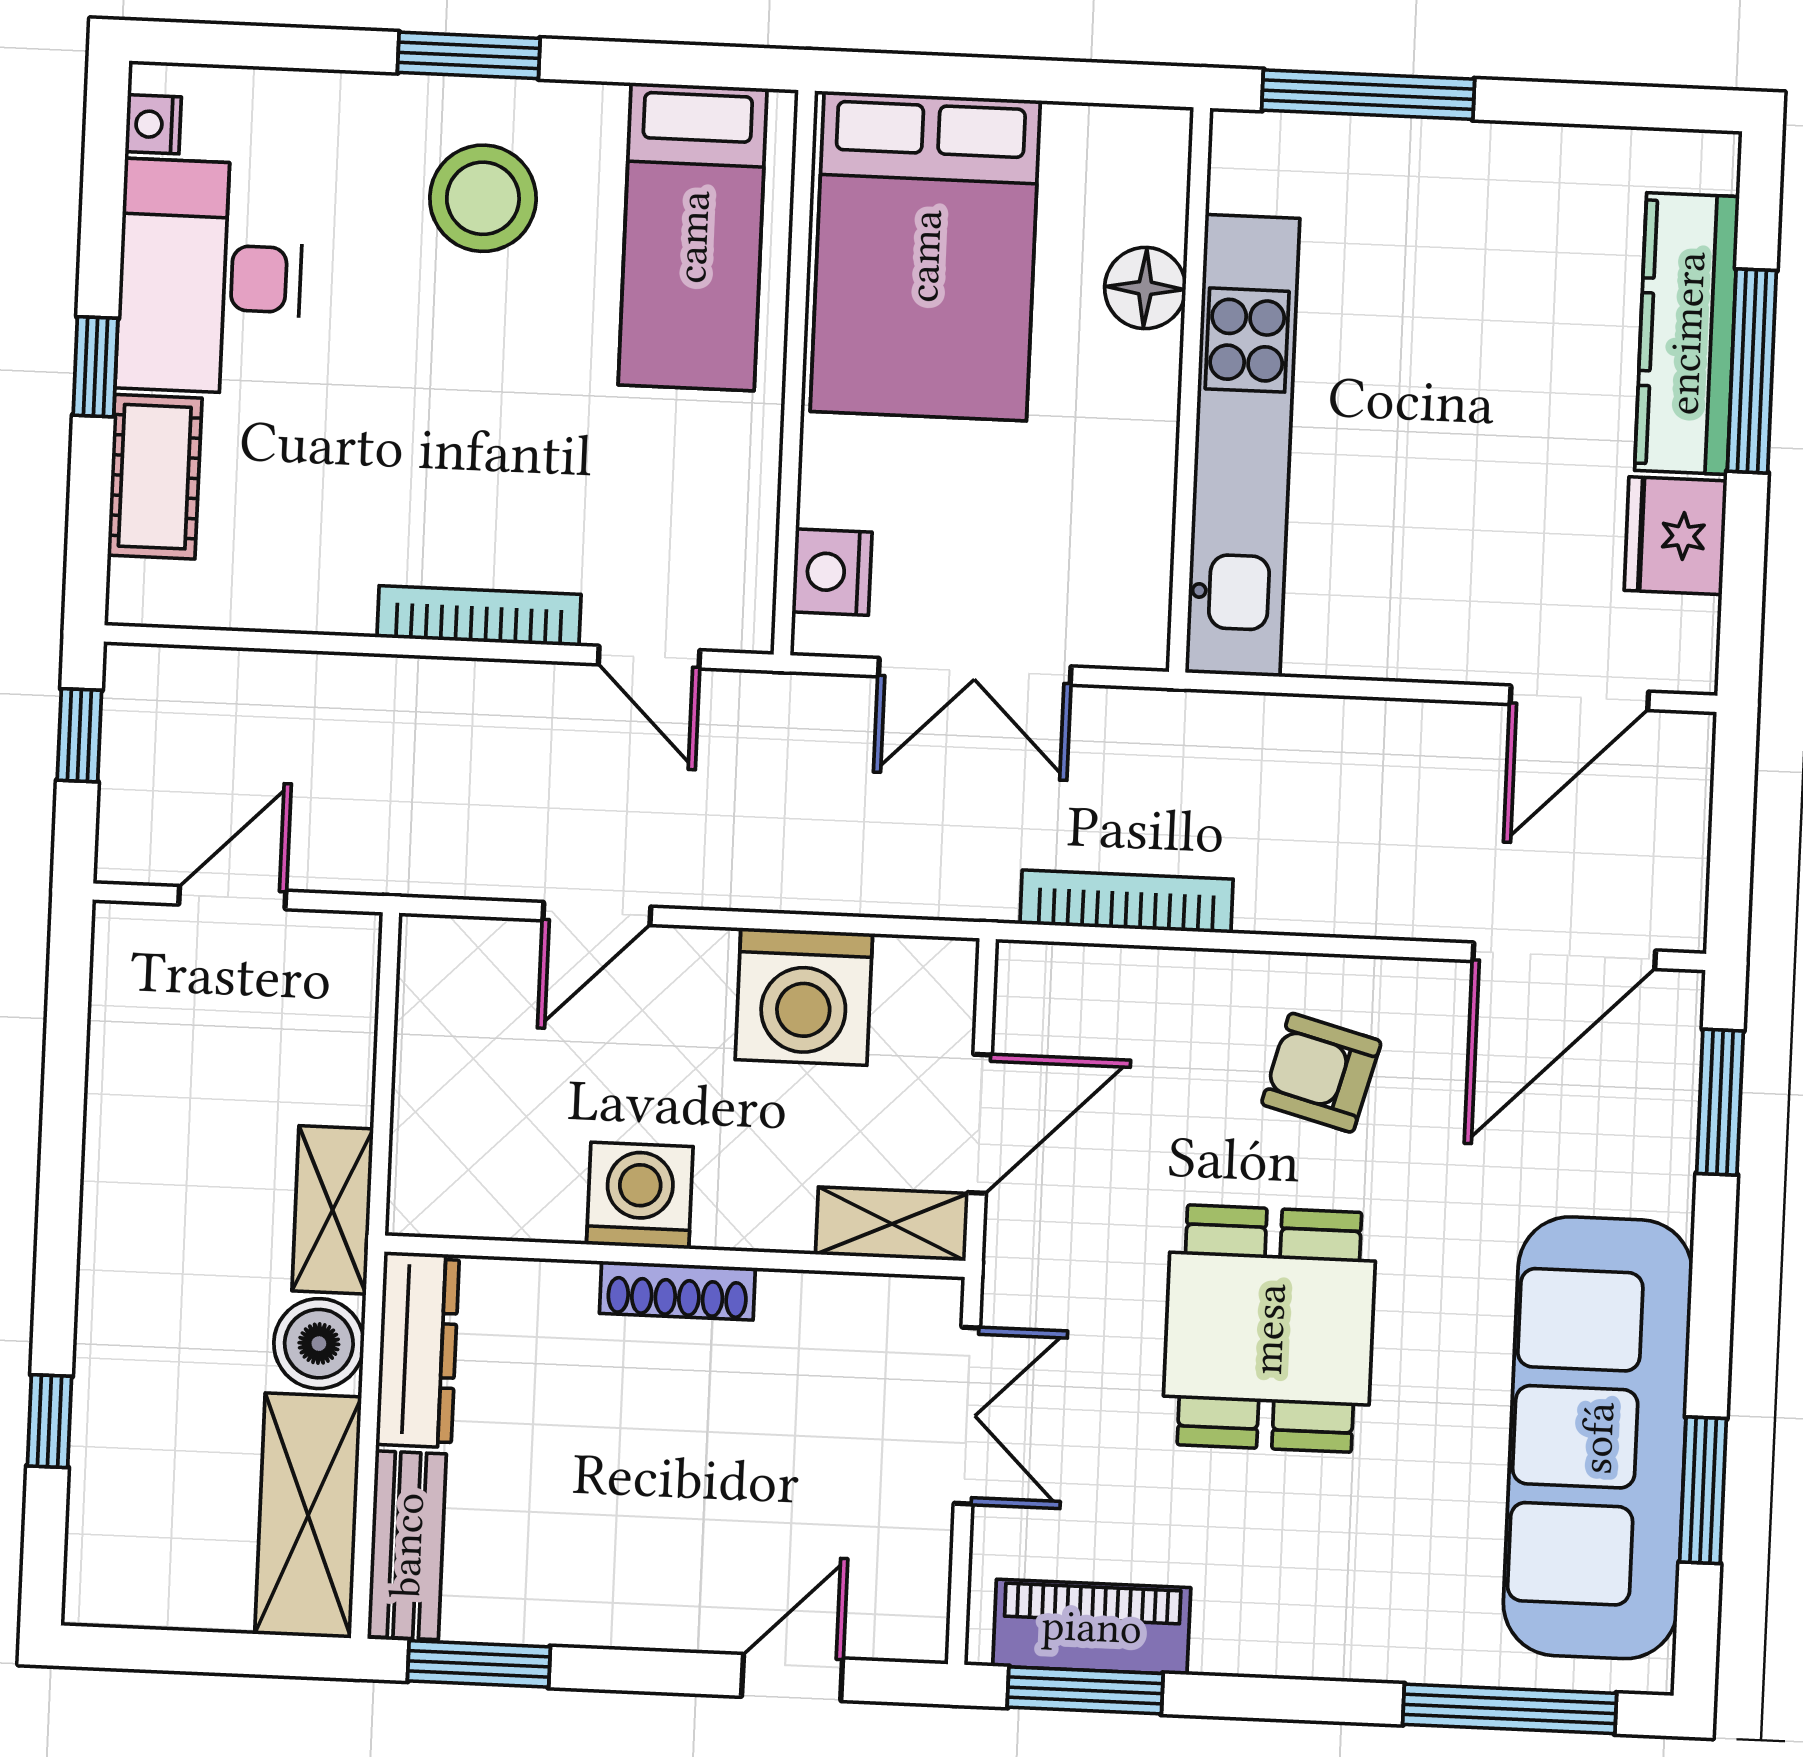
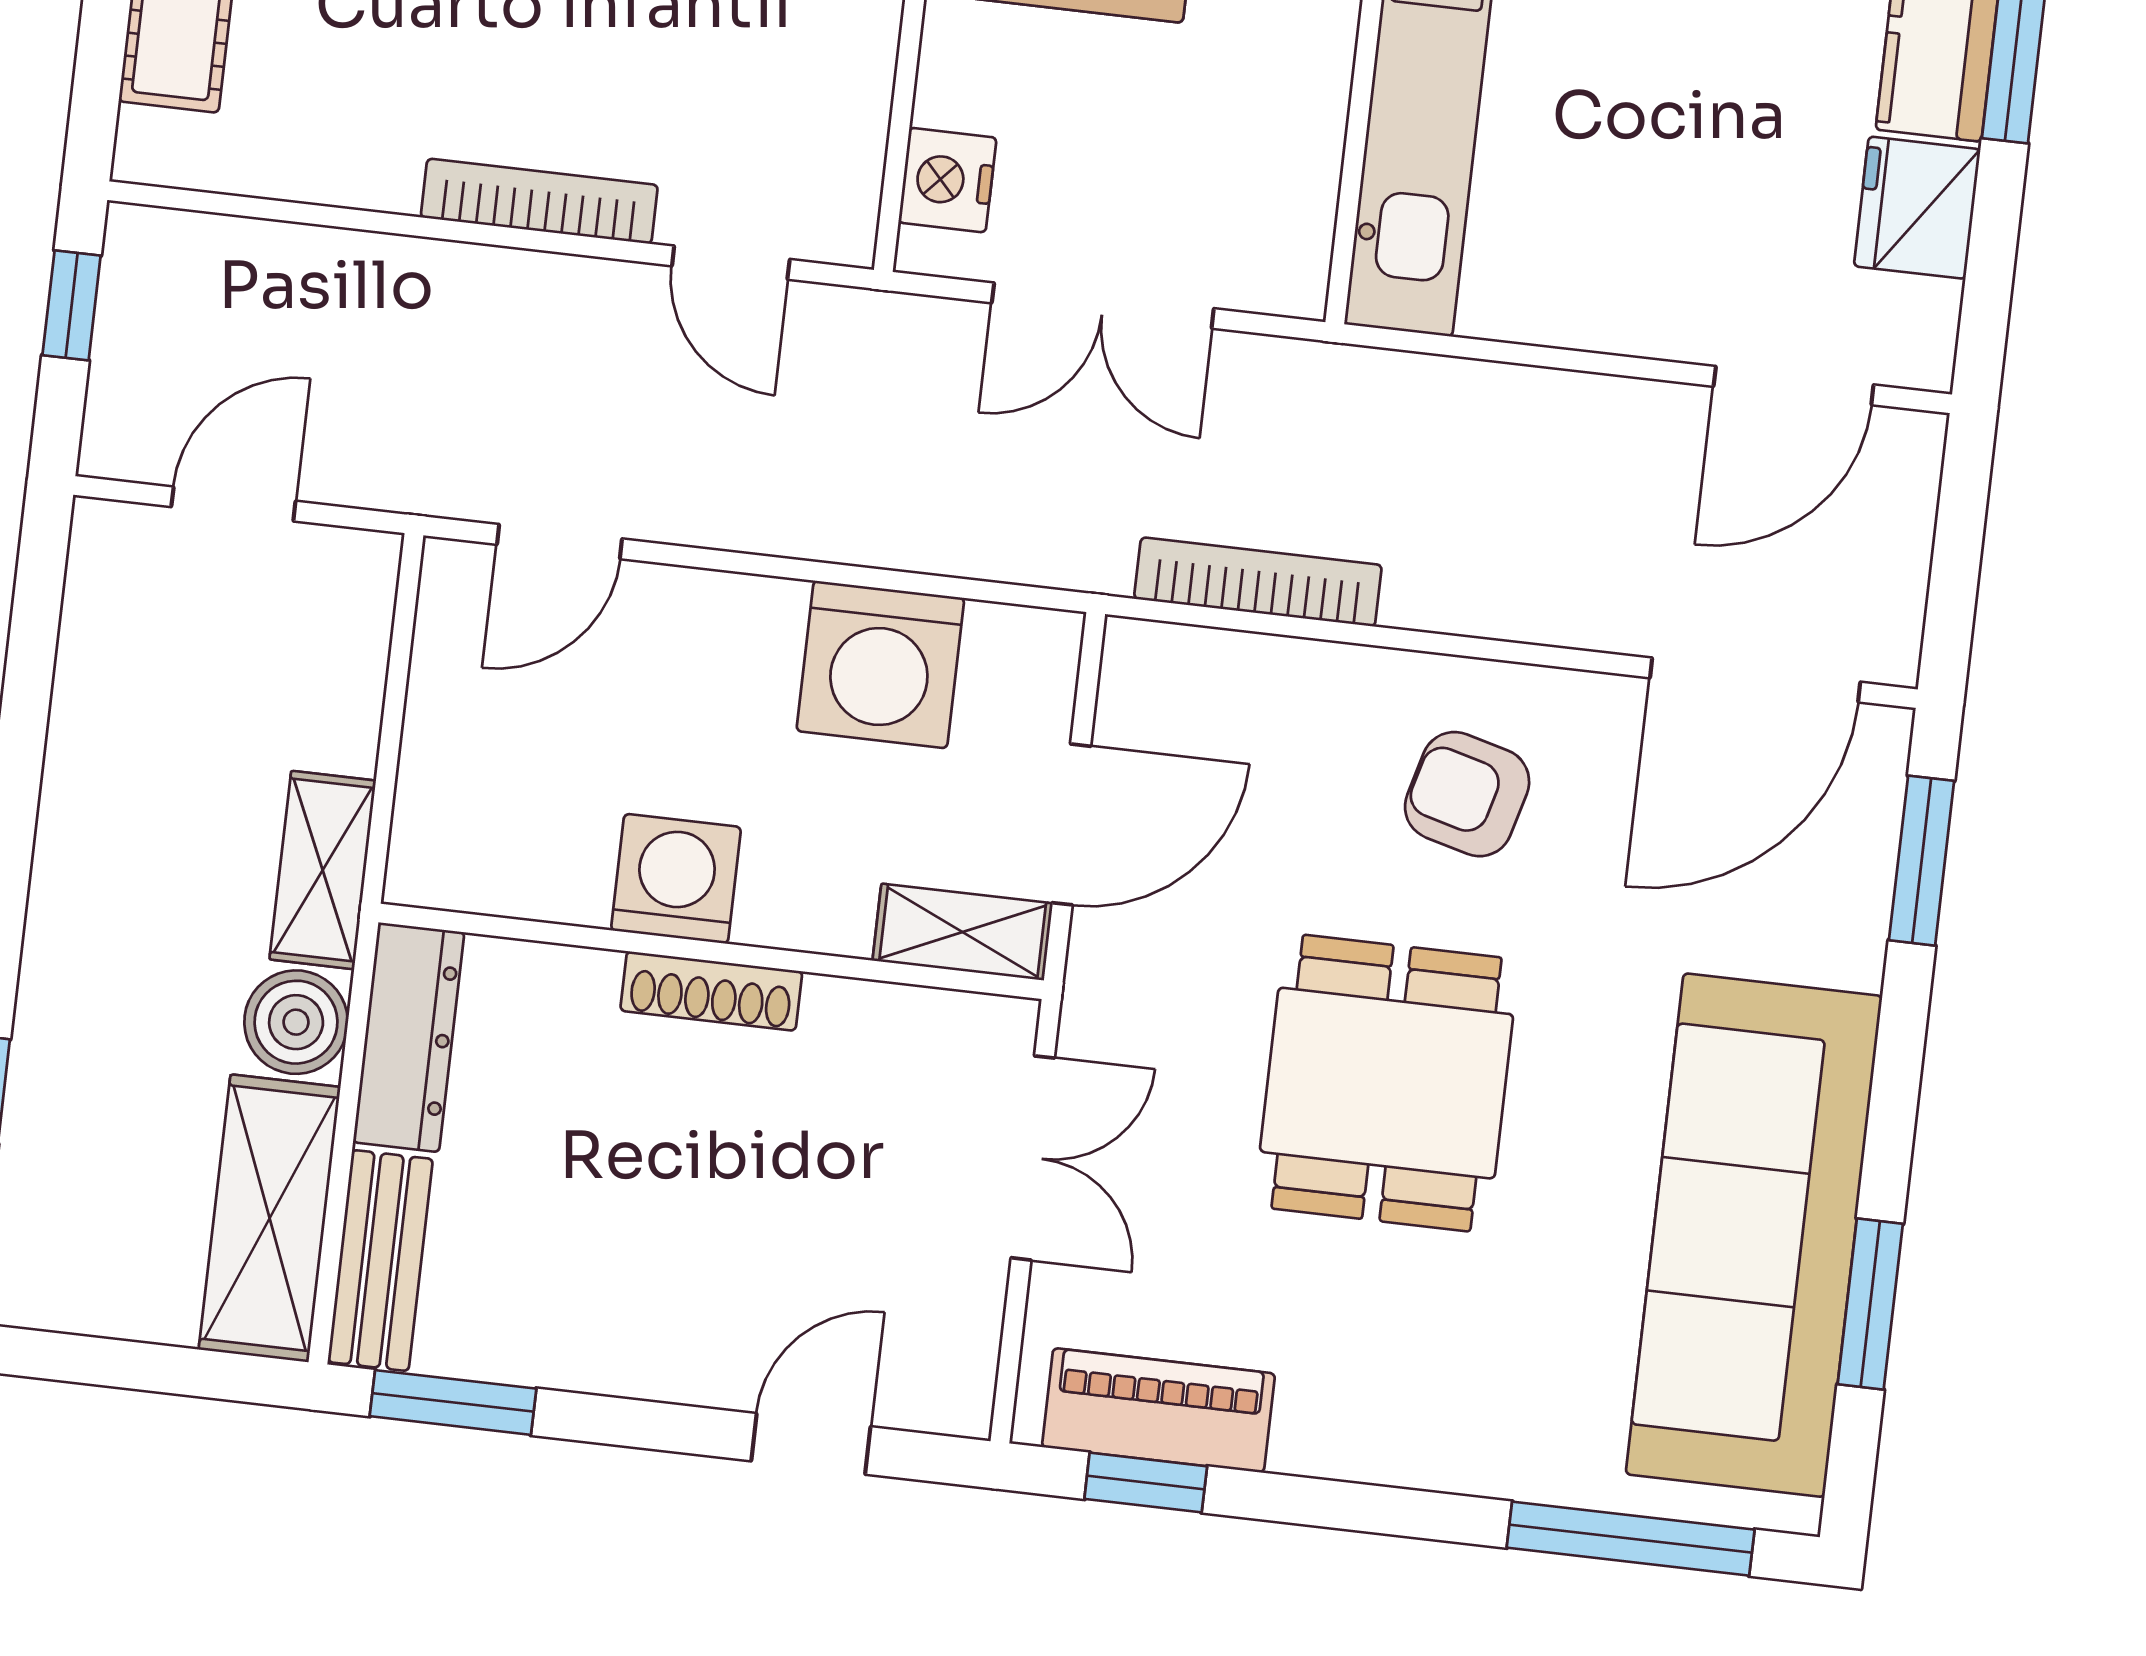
door: (597, 913) -> (559, 542), moved
window: (1085, 1690) -> (1146, 1483), width x0.67

